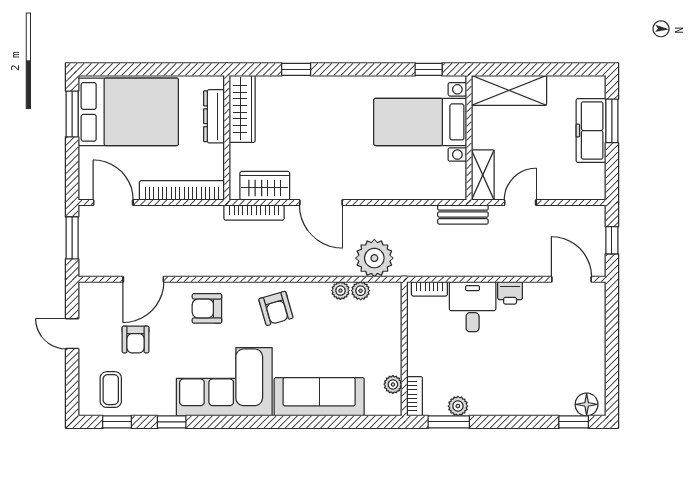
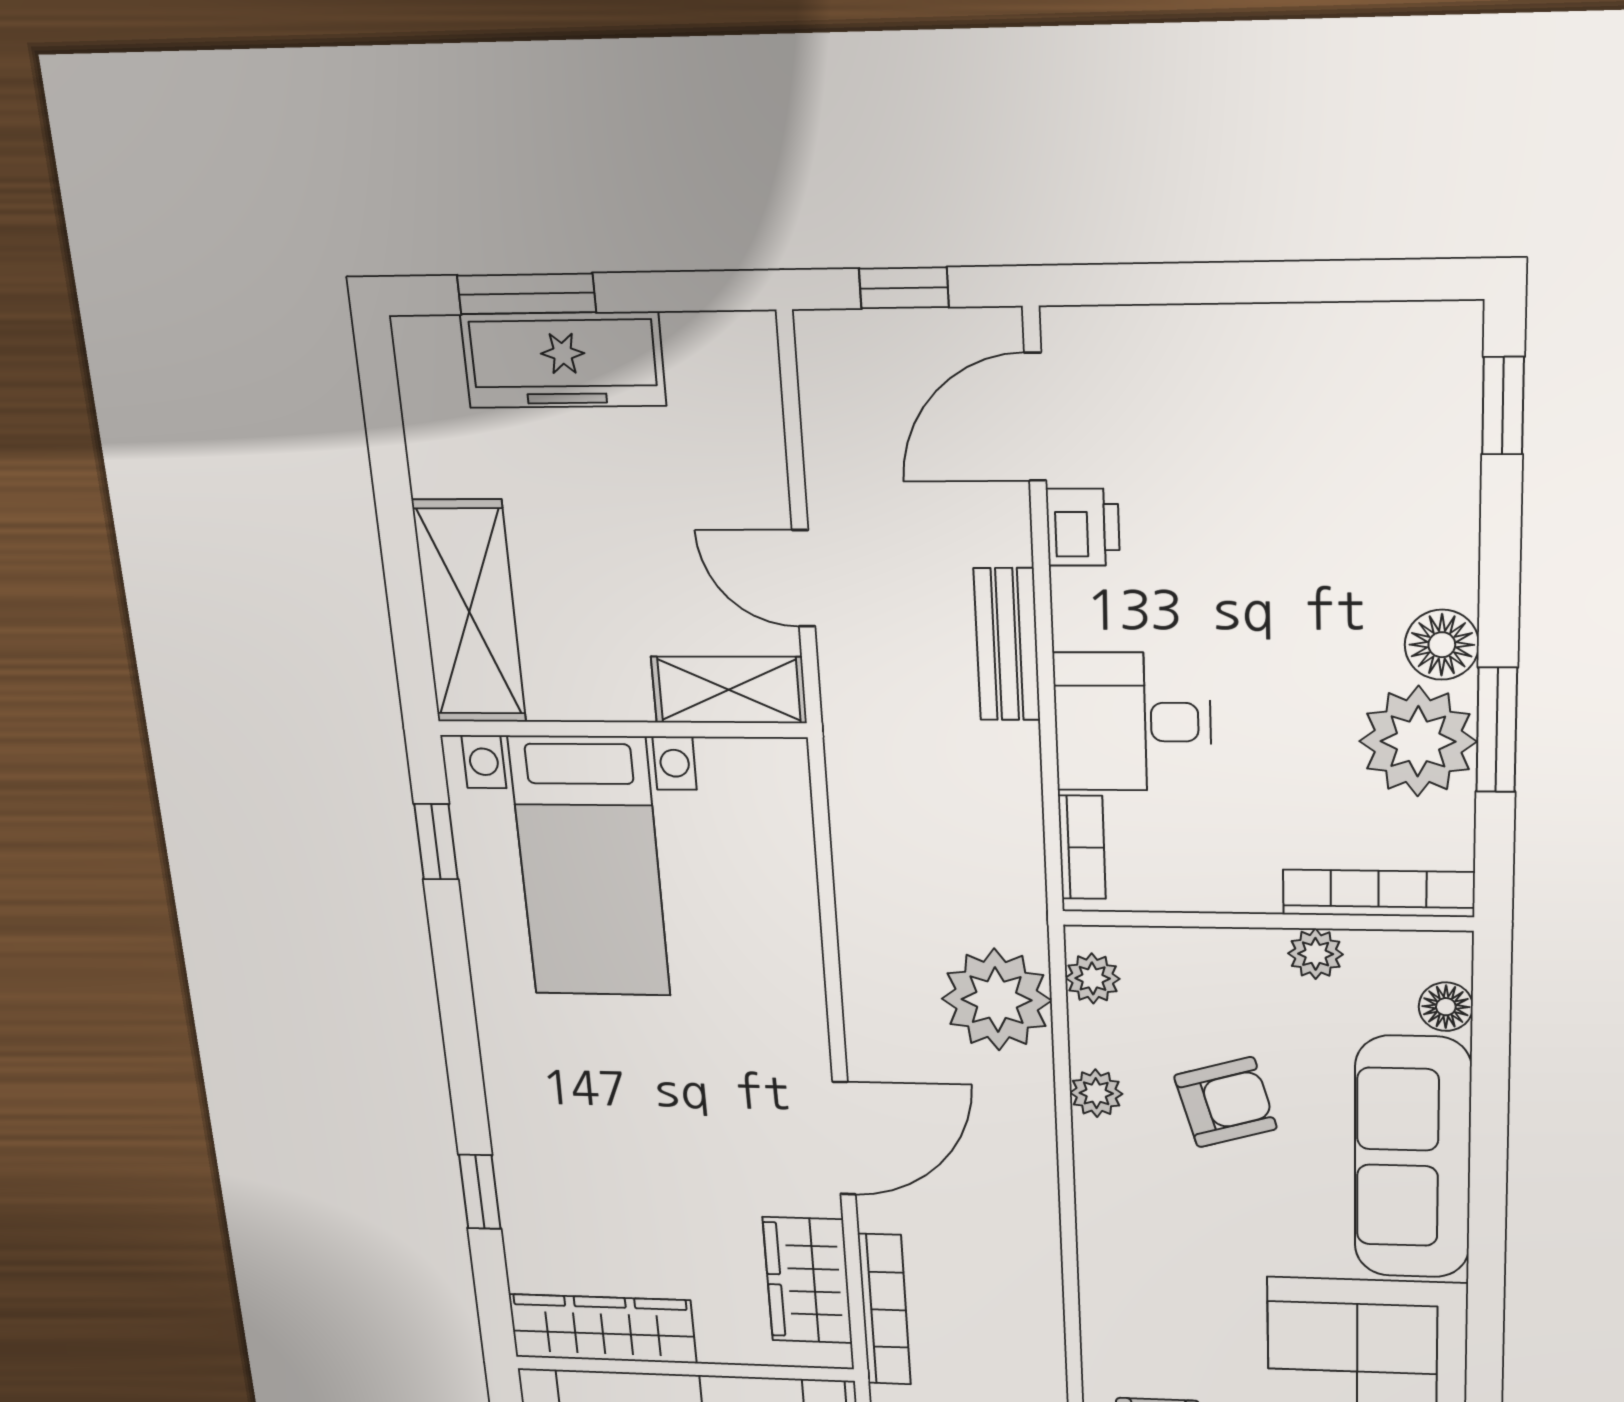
bench: (463, 214) -> (1007, 645), moved
plant: (361, 291) -> (1093, 978), moved
printer: (510, 293) -> (1083, 527), moved
armchair: (276, 308) -> (1225, 1102), moved
plant: (393, 384) -> (1316, 954), moved
bookcase: (415, 396) -> (1379, 893), width x1.56
floor lamp: (587, 404) -> (1442, 645), moved
plant: (458, 406) -> (1418, 741), width x1.88, depth x1.88
floor lamp: (375, 407) -> (1446, 1007), added
window: (449, 422) -> (1497, 730), moved

